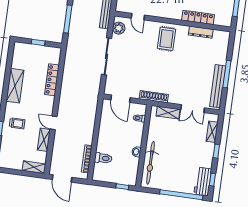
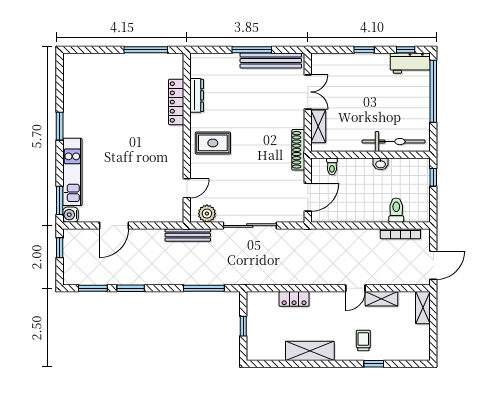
locker: (52, 80) -> (294, 299), width x0.66
shelving: (212, 132) -> (337, 60), removed

